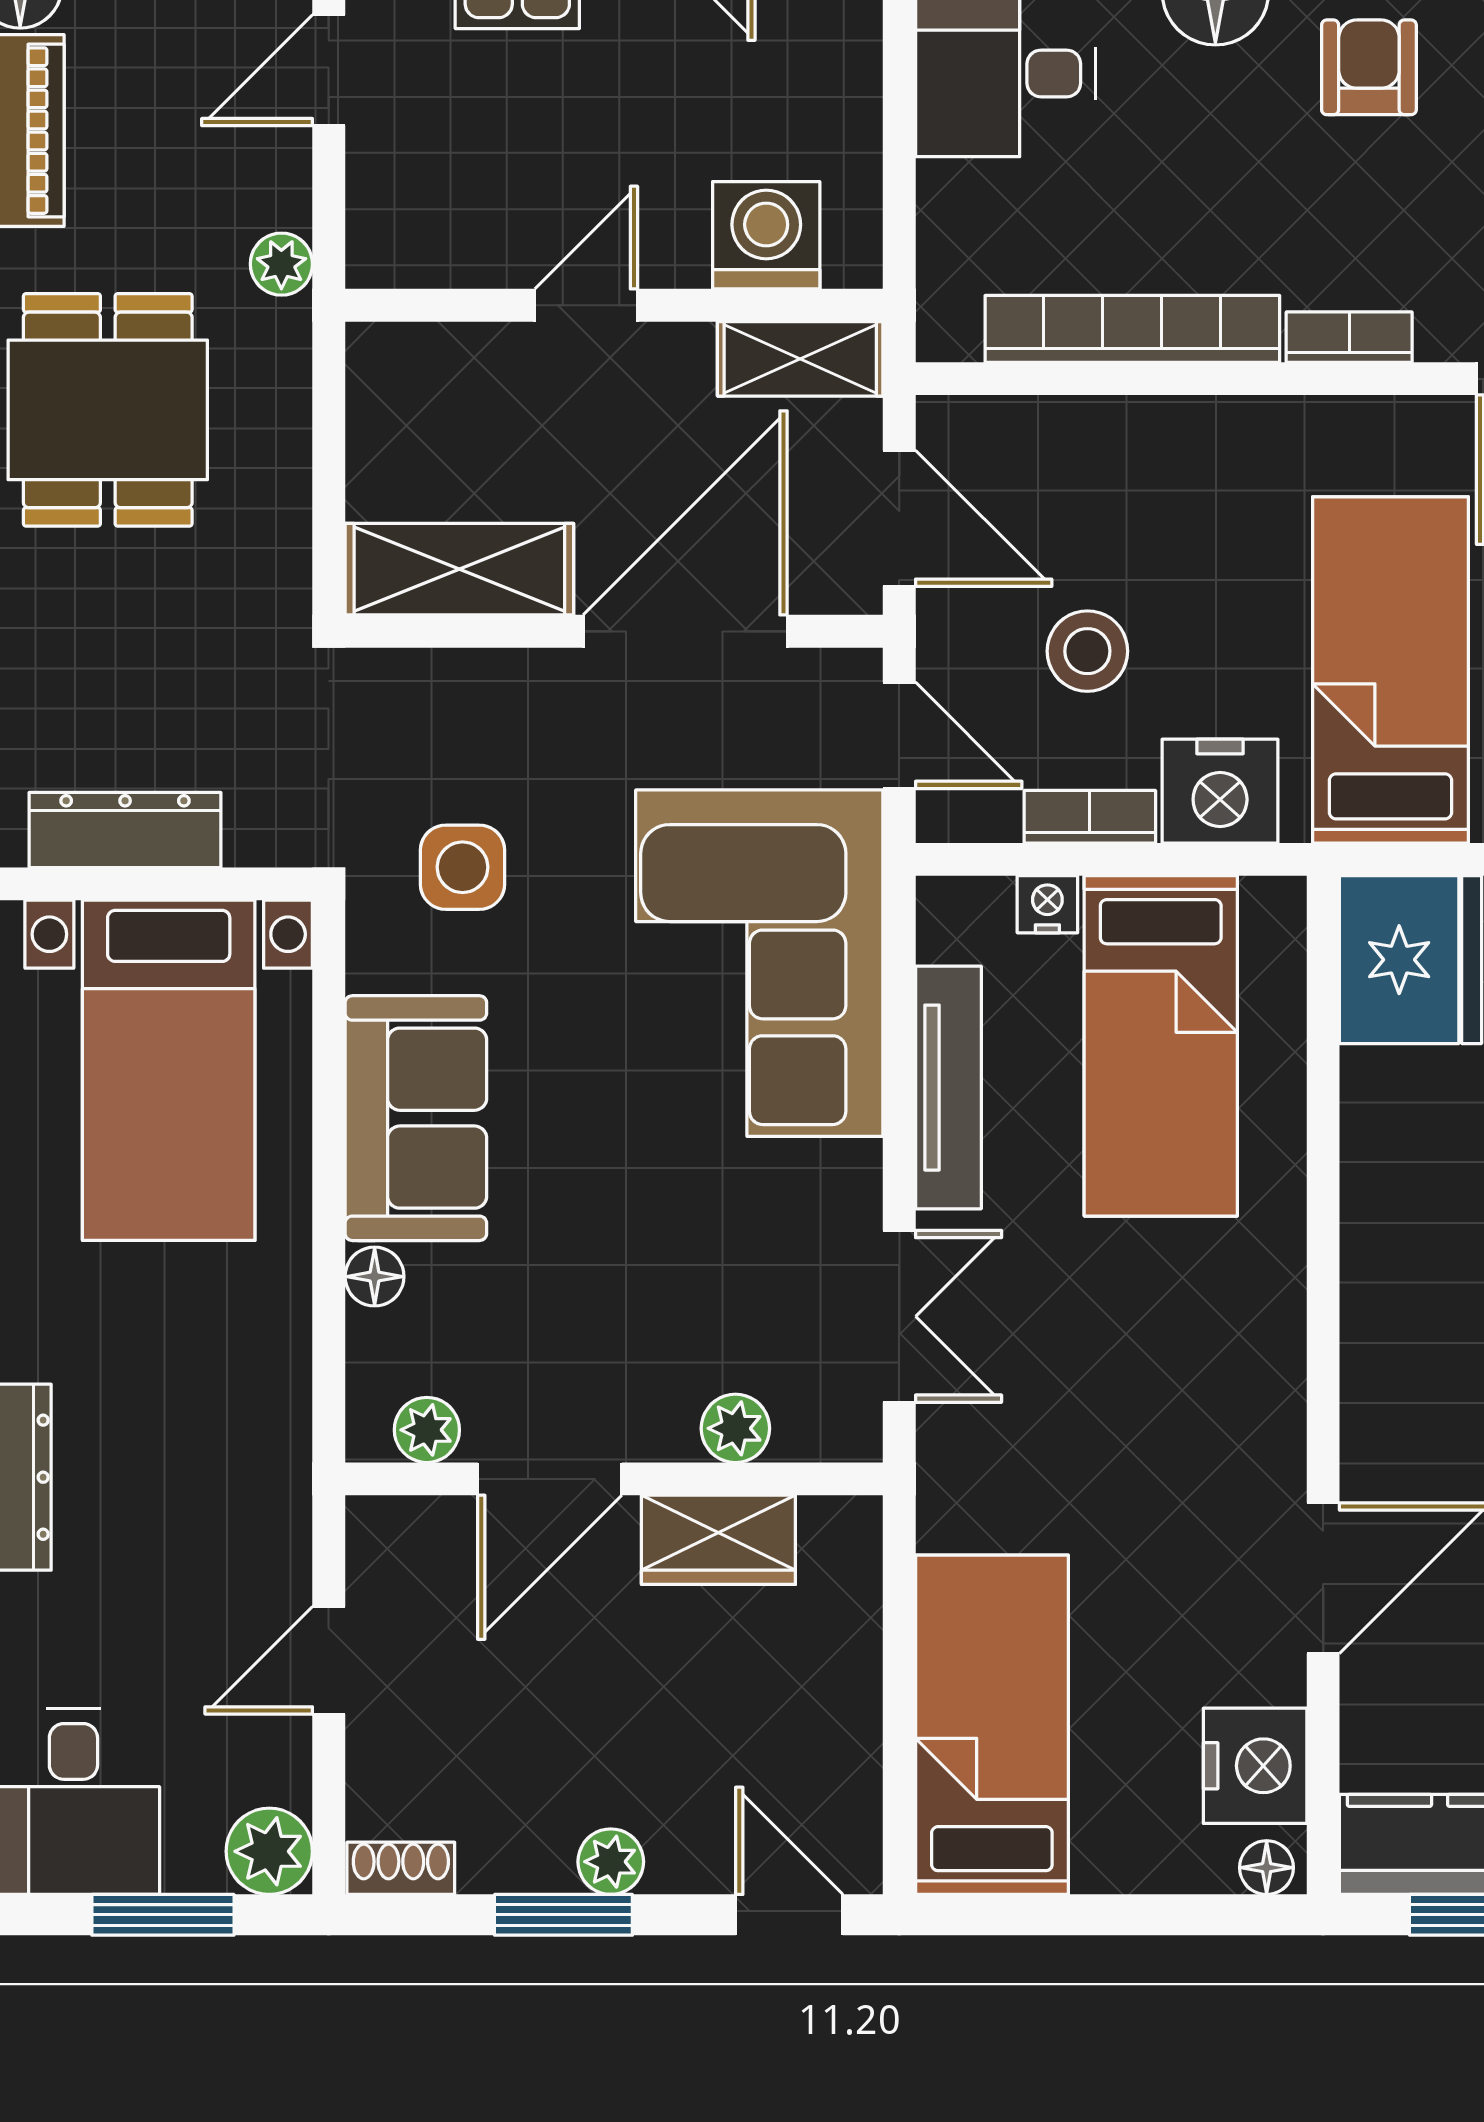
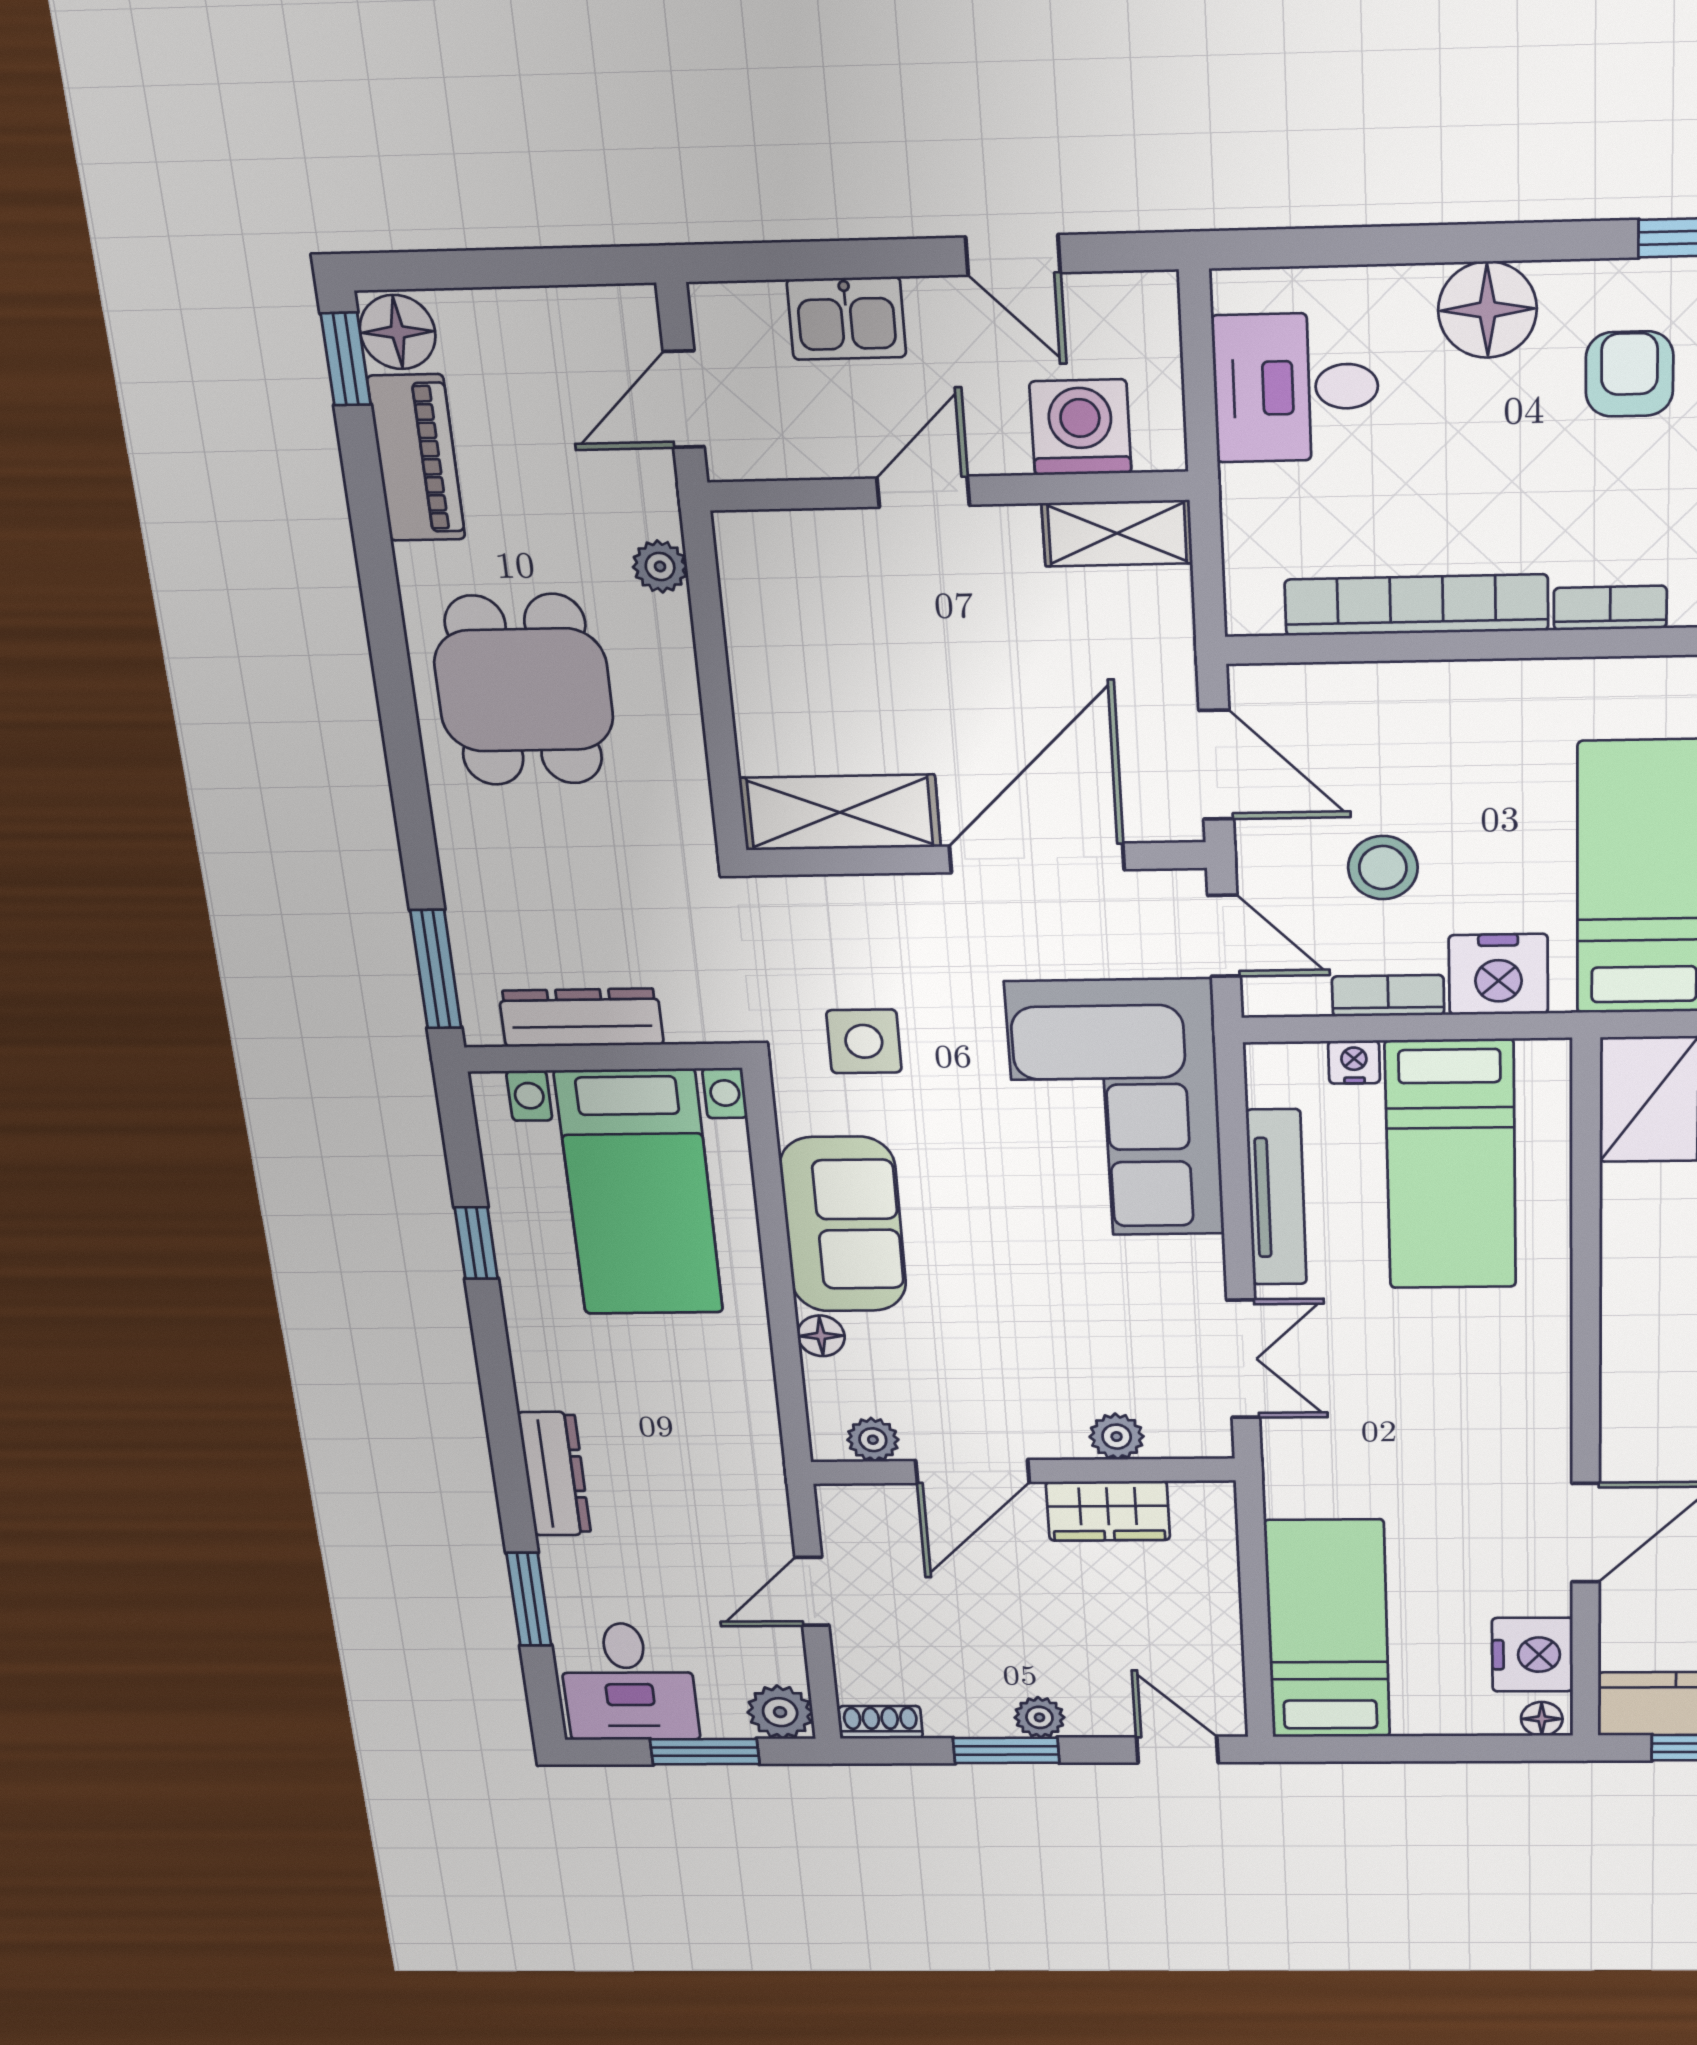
washing machine: (766, 235) -> (1080, 427), moved
door: (586, 305) -> (923, 492), moved
wall: (614, 305) -> (948, 491), moved
shelving: (800, 359) -> (1117, 533), moved

